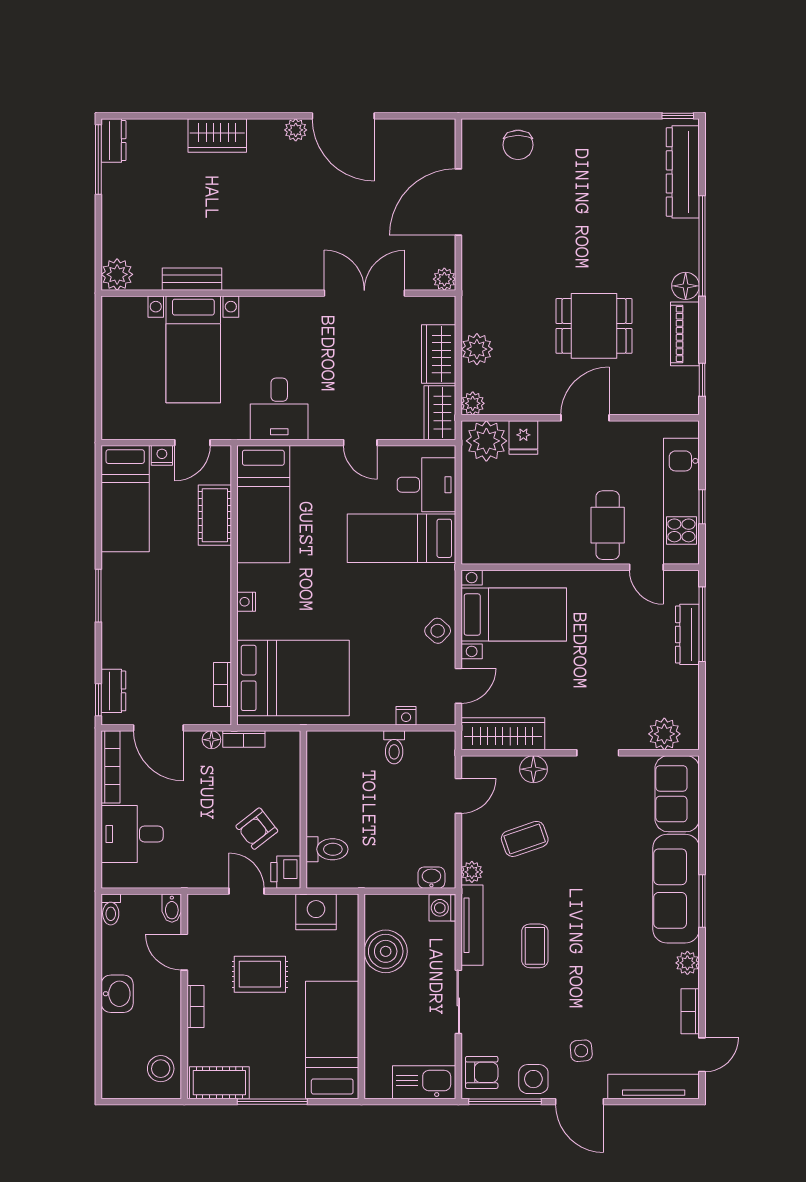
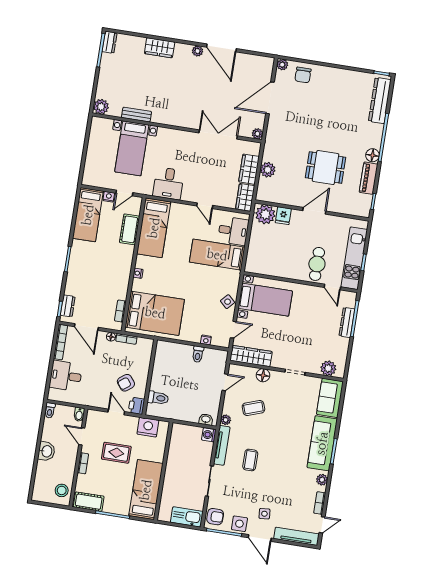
plant: (473, 403) -> (282, 65), moved
boiler: (386, 951) -> (178, 451), removed

